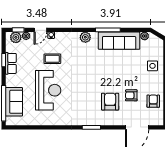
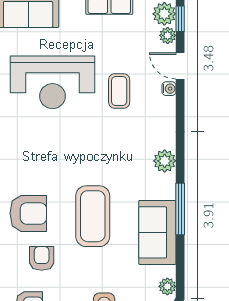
sofa: (119, 41) -> (157, 232), width x0.73
coffee table: (111, 71) -> (93, 216), added

